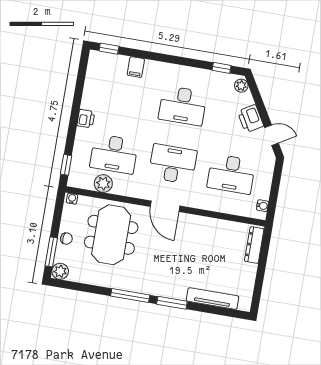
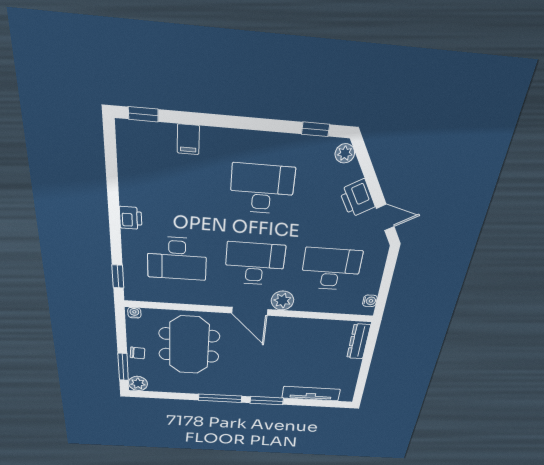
desk: (183, 106) -> (262, 189), turned 180
desk: (231, 174) -> (331, 269), turned 180
plant: (103, 183) -> (282, 300), moved

